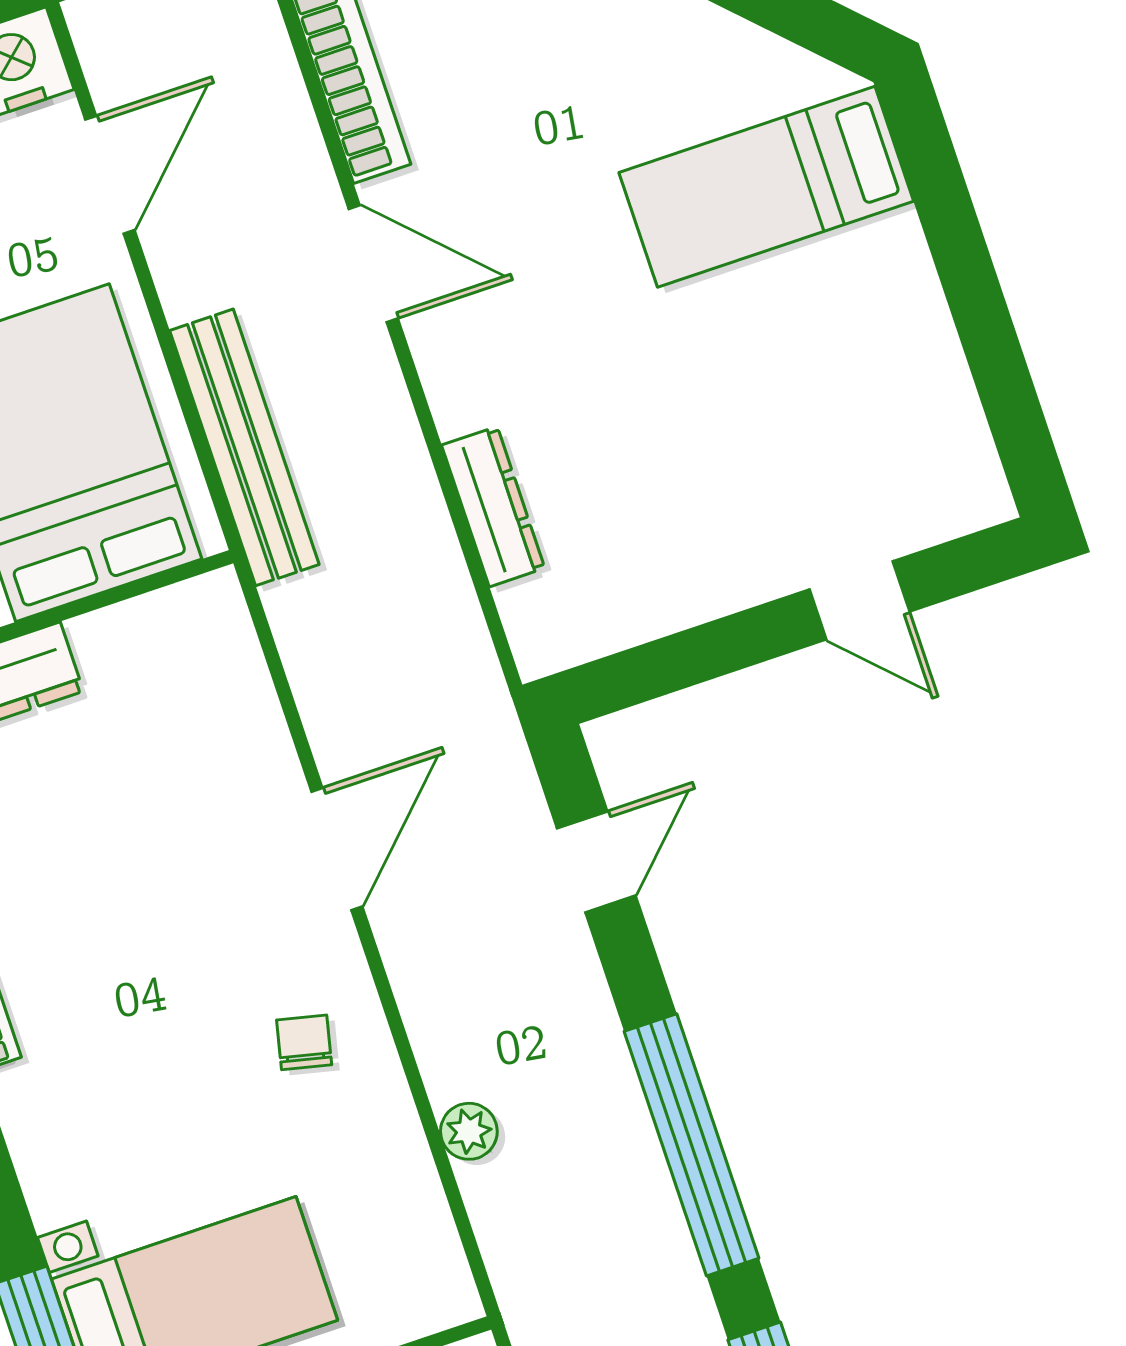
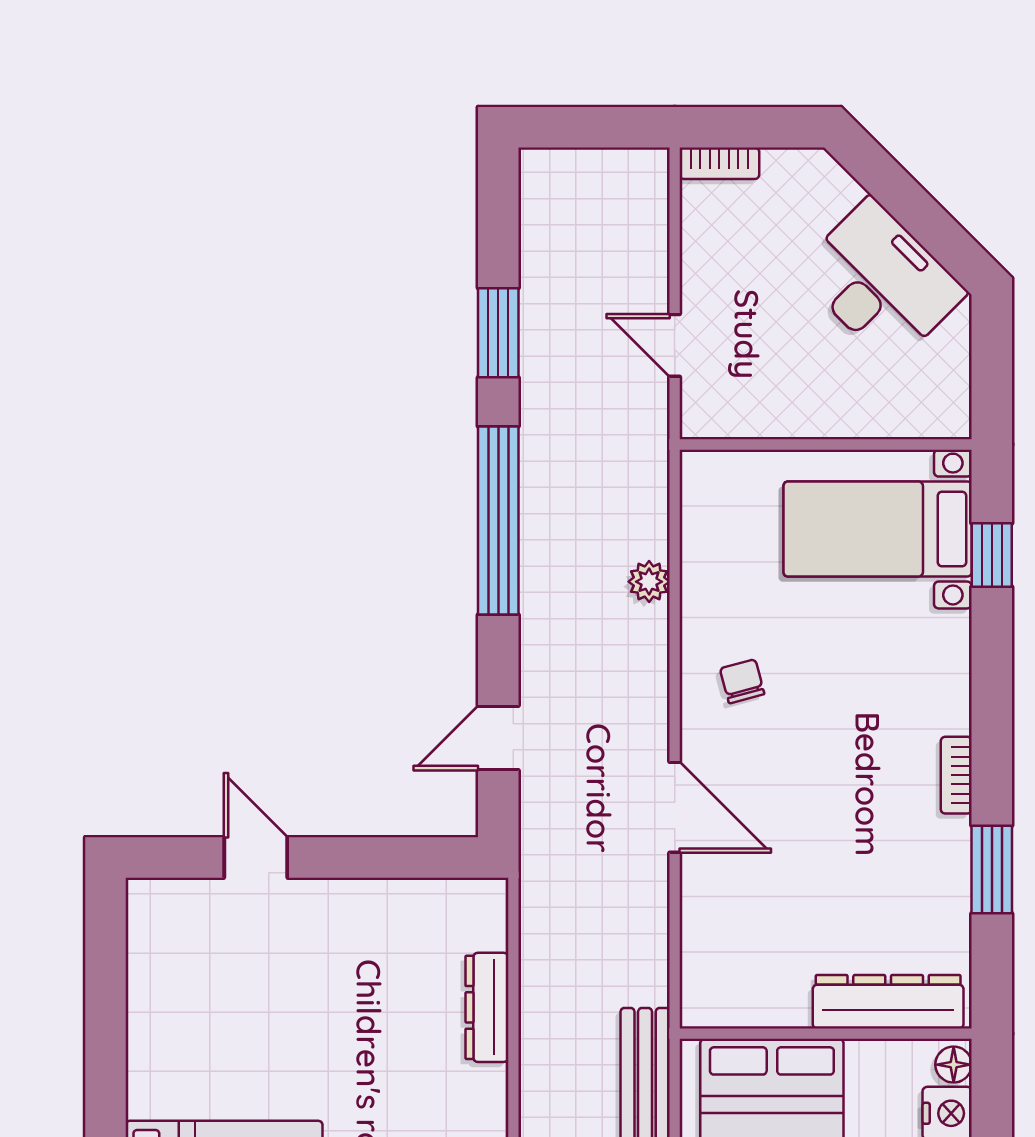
door: (337, 849) -> (675, 807), swing flipped
chair: (304, 1042) -> (742, 681), turned 152

